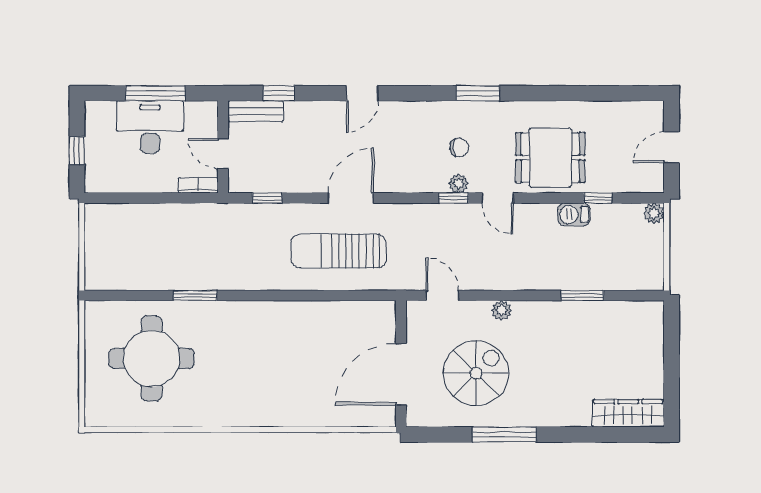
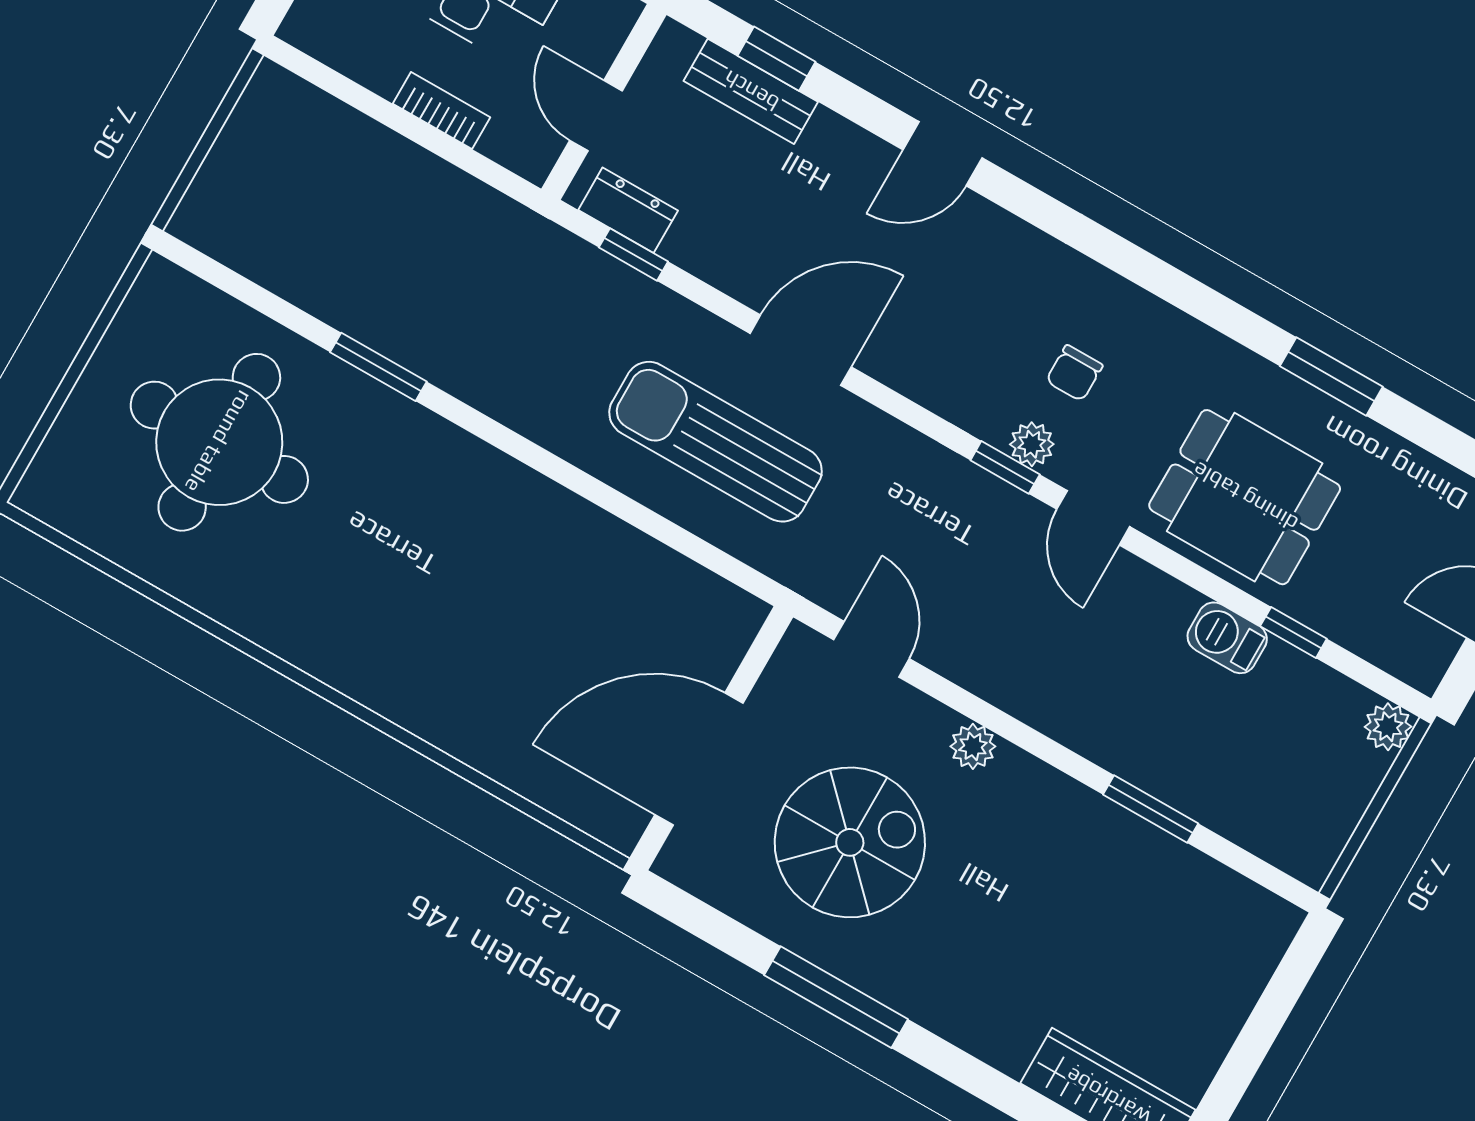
window: (478, 93) -> (1331, 376), moved
bench: (256, 111) -> (751, 91), moved
chair: (459, 148) -> (1074, 373), turned 90
dresser: (256, 183) -> (628, 210), added
bookcase: (198, 185) -> (442, 111), moved

